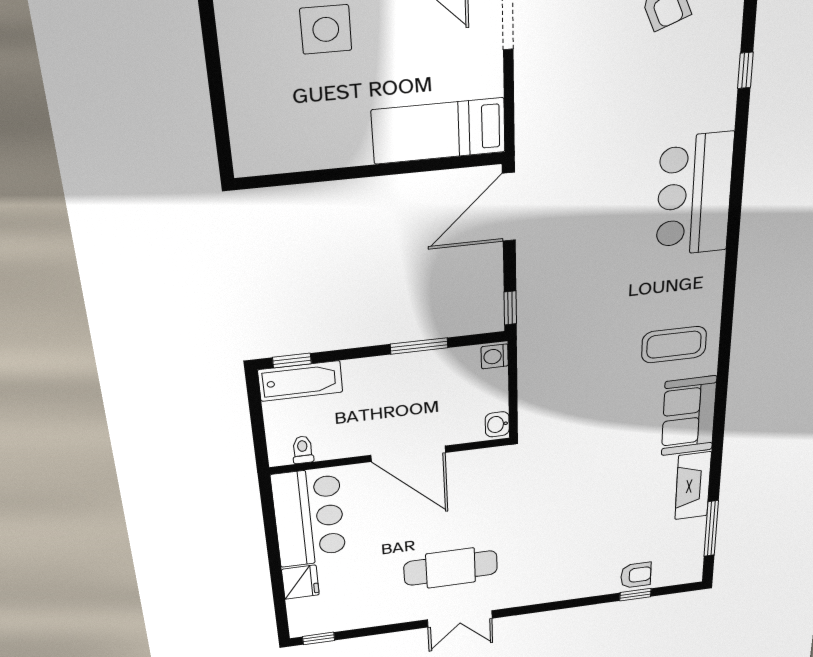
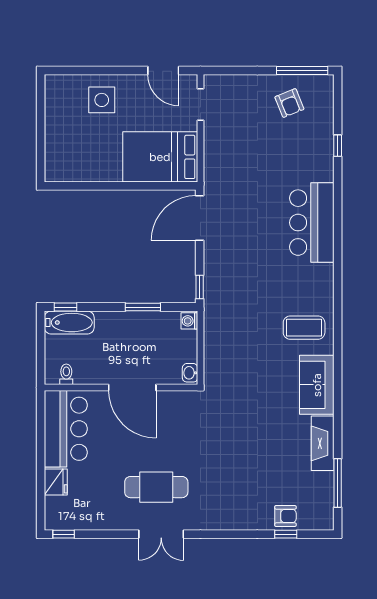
bed: (439, 131) -> (160, 157), width x1.50

